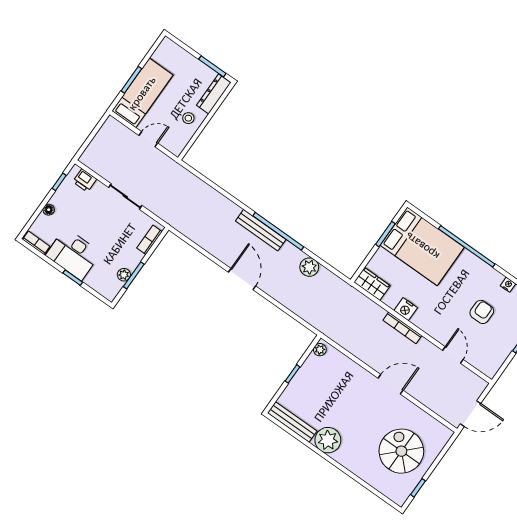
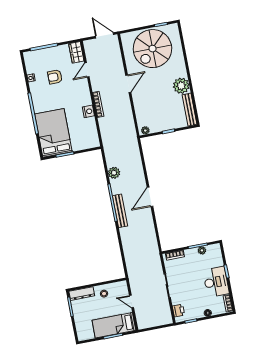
wardrobe: (372, 284) -> (76, 52), moved
door: (391, 384) -> (128, 84), swing flipped
spiral stairs: (401, 451) -> (152, 49), width x1.37, depth x1.37

